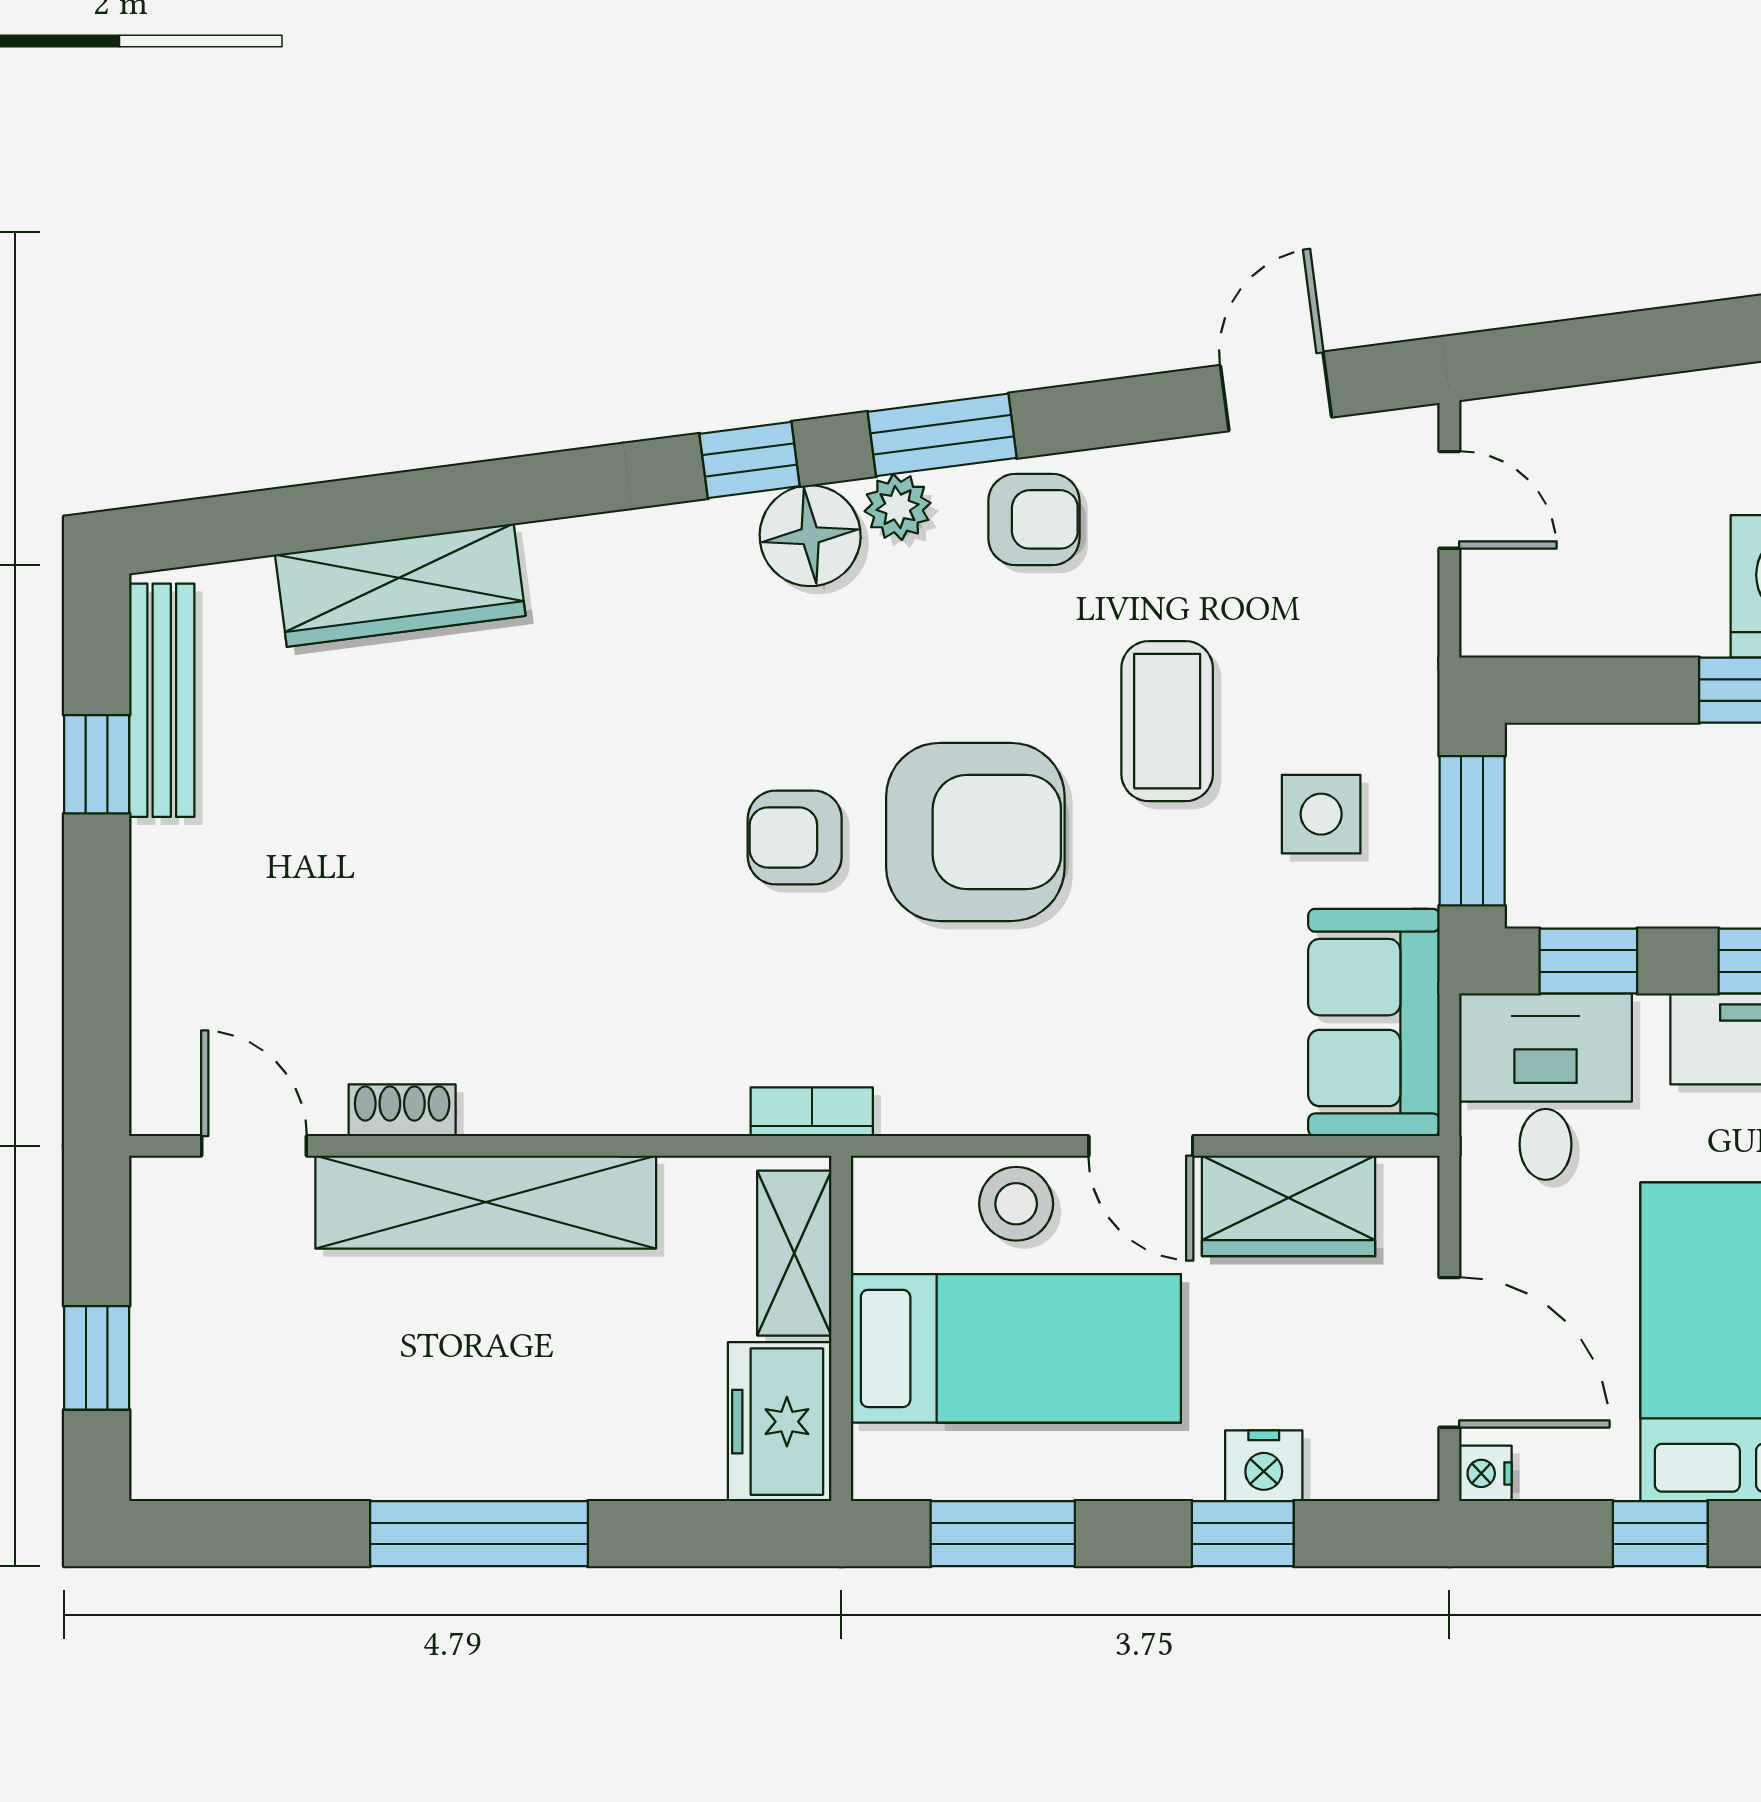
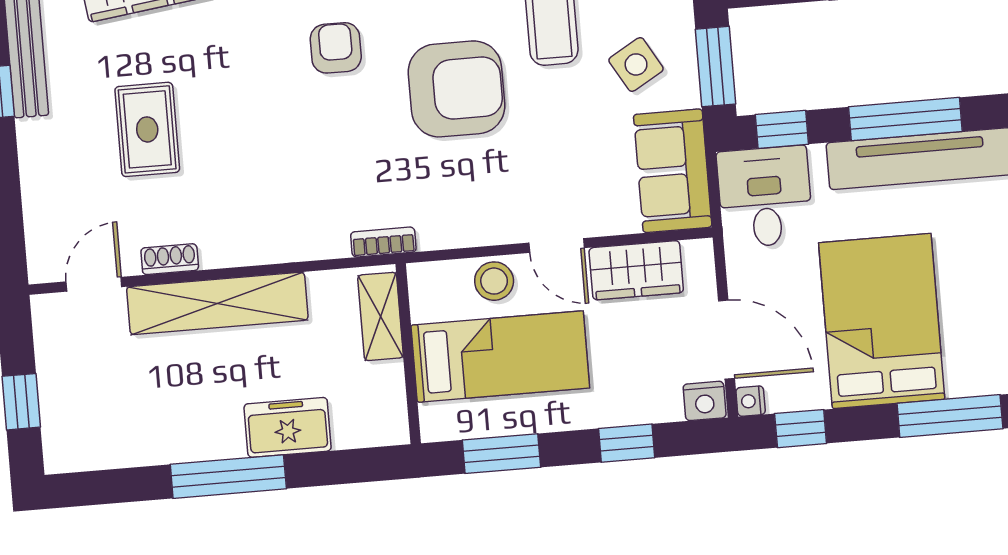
side table: (1321, 814) -> (636, 64), turned -30
armchair: (795, 838) -> (336, 48), moved, turned 90
rug: (380, 860) -> (147, 129), added
door: (254, 1146) -> (94, 284), hinge flipped
freezer: (780, 1422) -> (288, 427), moved, turned 90
nightstand: (1264, 1466) -> (705, 401), moved
window: (1660, 1534) -> (801, 429), moved

